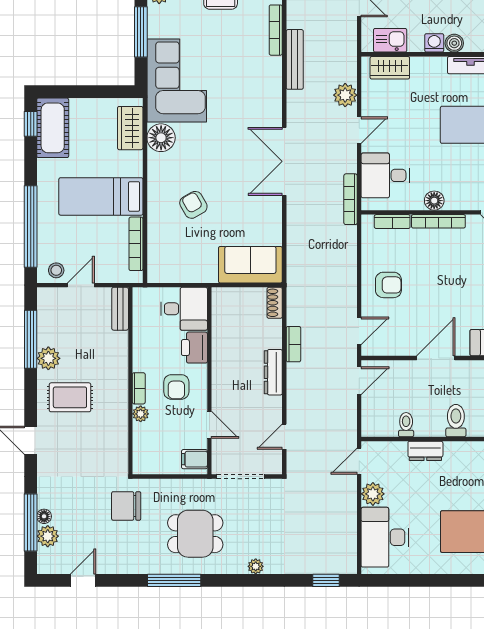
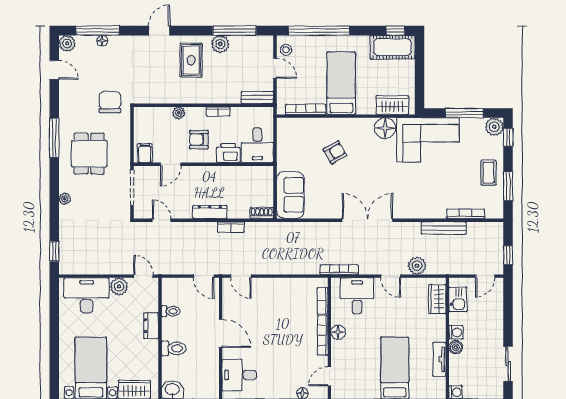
armchair: (388, 285) -> (275, 298), removed
bookcase: (139, 388) -> (218, 111), moved
plant: (48, 536) -> (67, 43), moved

